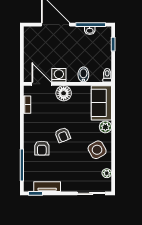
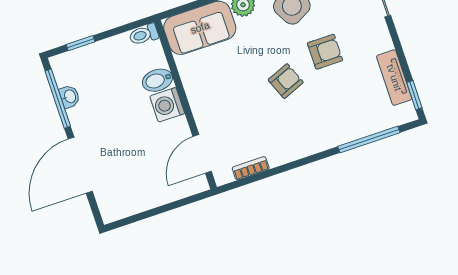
washing machine: (59, 75) -> (167, 105), moved
floor lamp: (64, 93) -> (206, 106), removed
armchair: (42, 148) -> (325, 52), moved

